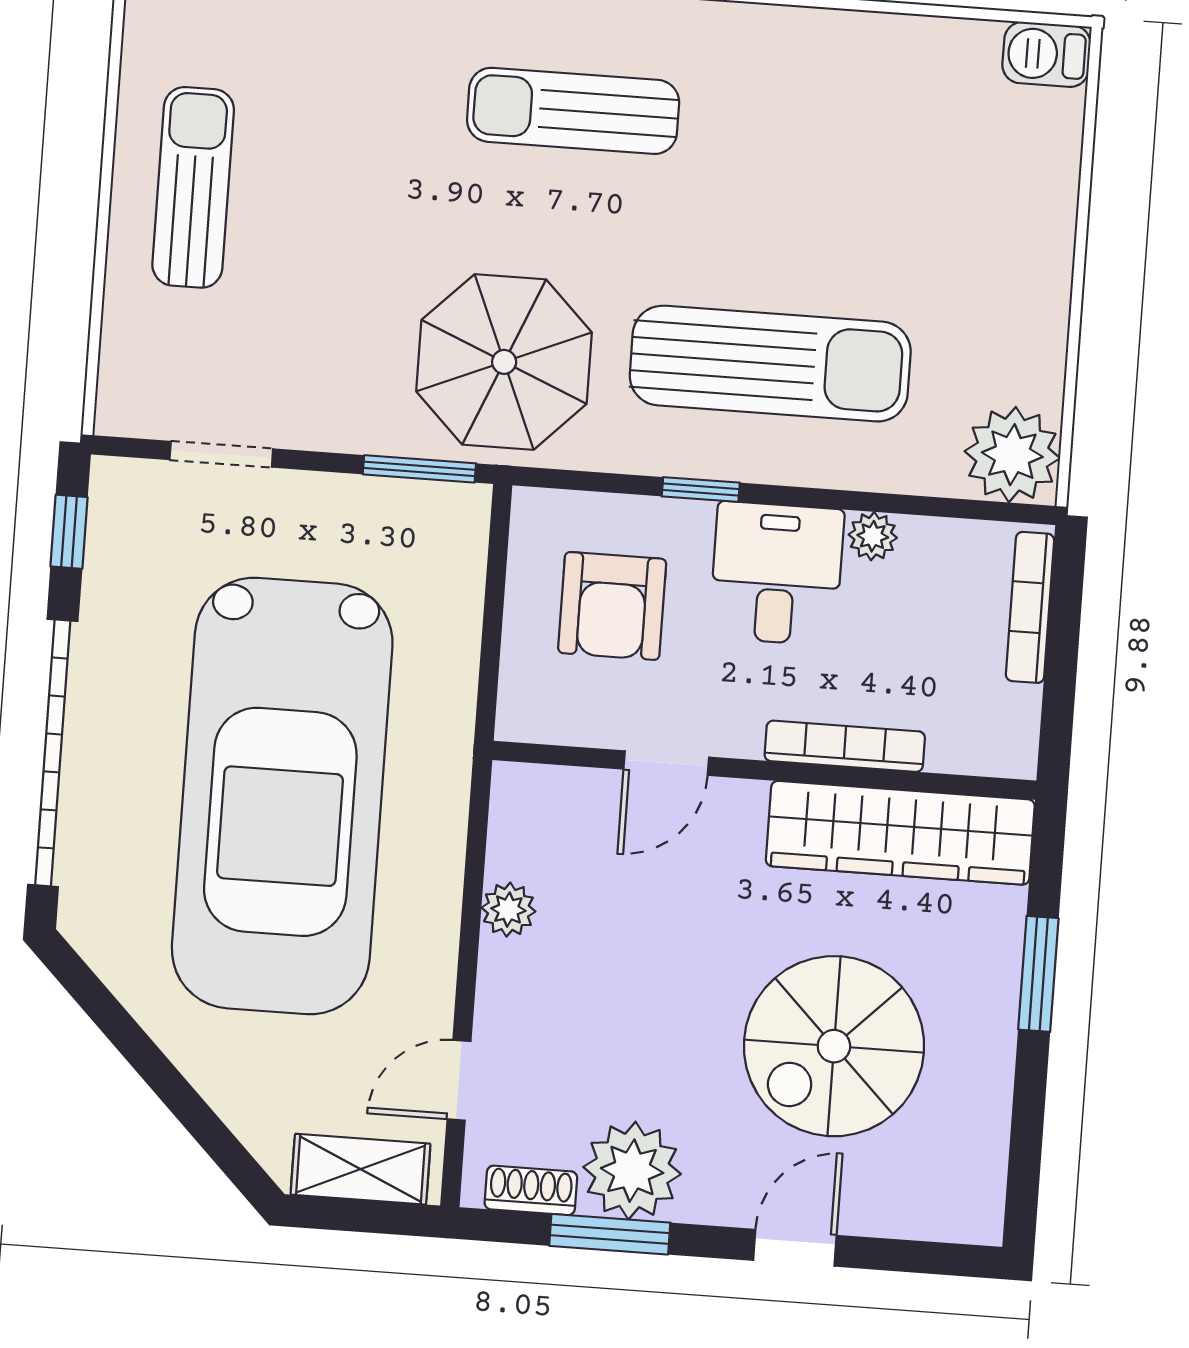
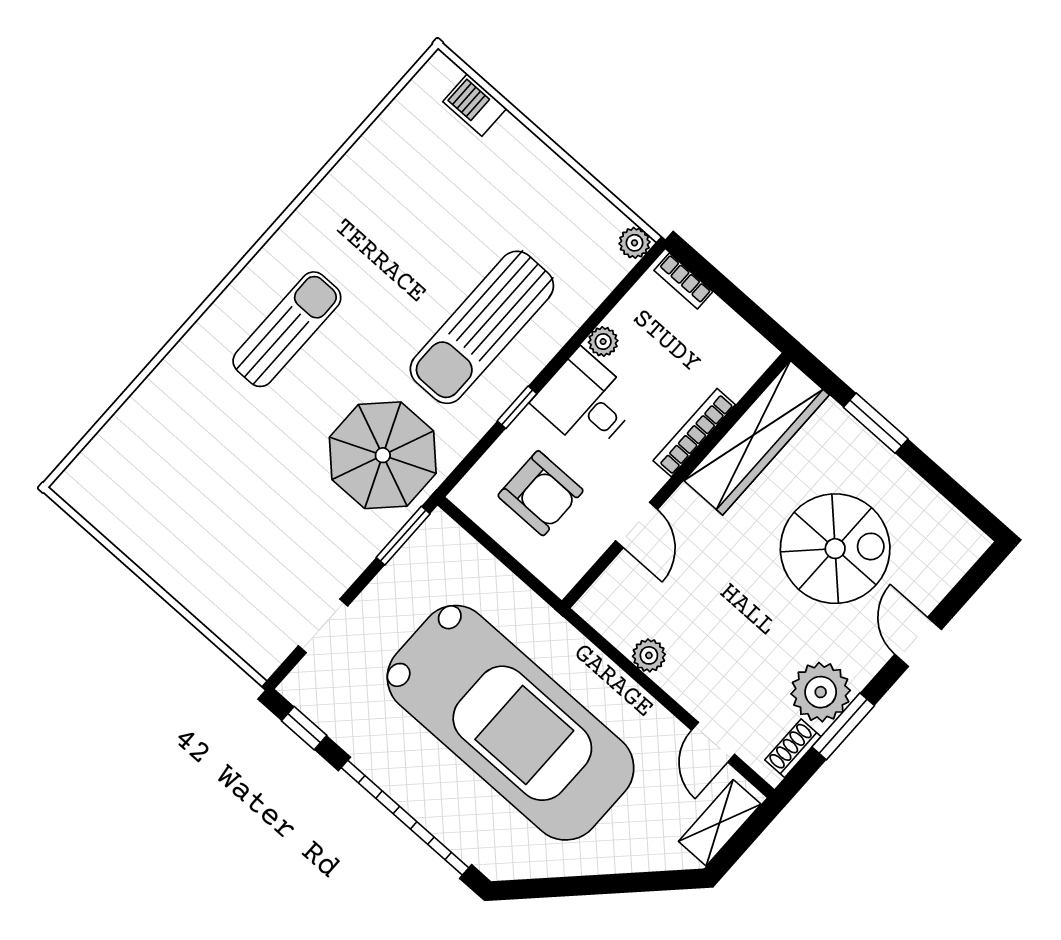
barbecue: (1046, 54) -> (475, 105), moved, turned 90
sun lounger: (573, 111) -> (287, 329), turned 180
sun lounger: (193, 187) -> (184, 541), removed
sun lounger: (770, 364) -> (482, 327), turned 180
plant: (1012, 455) -> (634, 243), width x0.53, depth x0.53
bookcase: (1030, 607) -> (683, 281), width x0.64
spiral stairs: (834, 1046) -> (835, 549), turned -90

